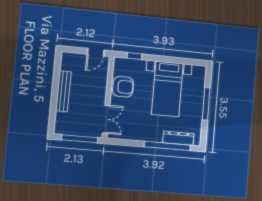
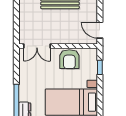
window: (80, 139) -> (16, 23), removed

